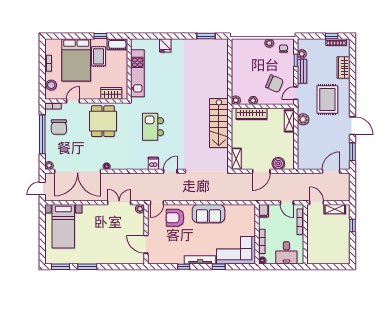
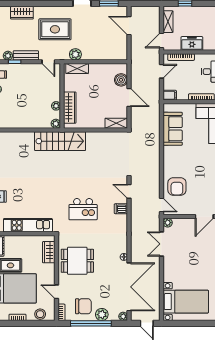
chair: (274, 84) -> (39, 84), removed
stairs: (219, 123) -> (60, 141), moved
plant: (51, 145) -> (102, 315), added
sofa: (208, 214) -> (173, 129), moved
freezer: (314, 232) -> (192, 43), added

